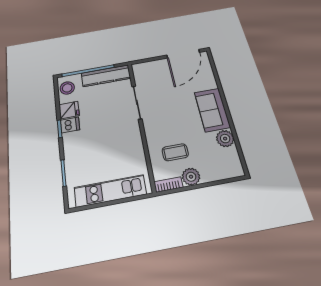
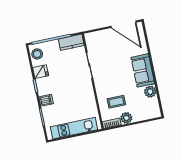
door: (183, 54) -> (124, 24), hinge flipped
kitchen counter: (106, 76) -> (71, 42), width x0.67
dishwasher: (70, 125) -> (46, 100), moved

